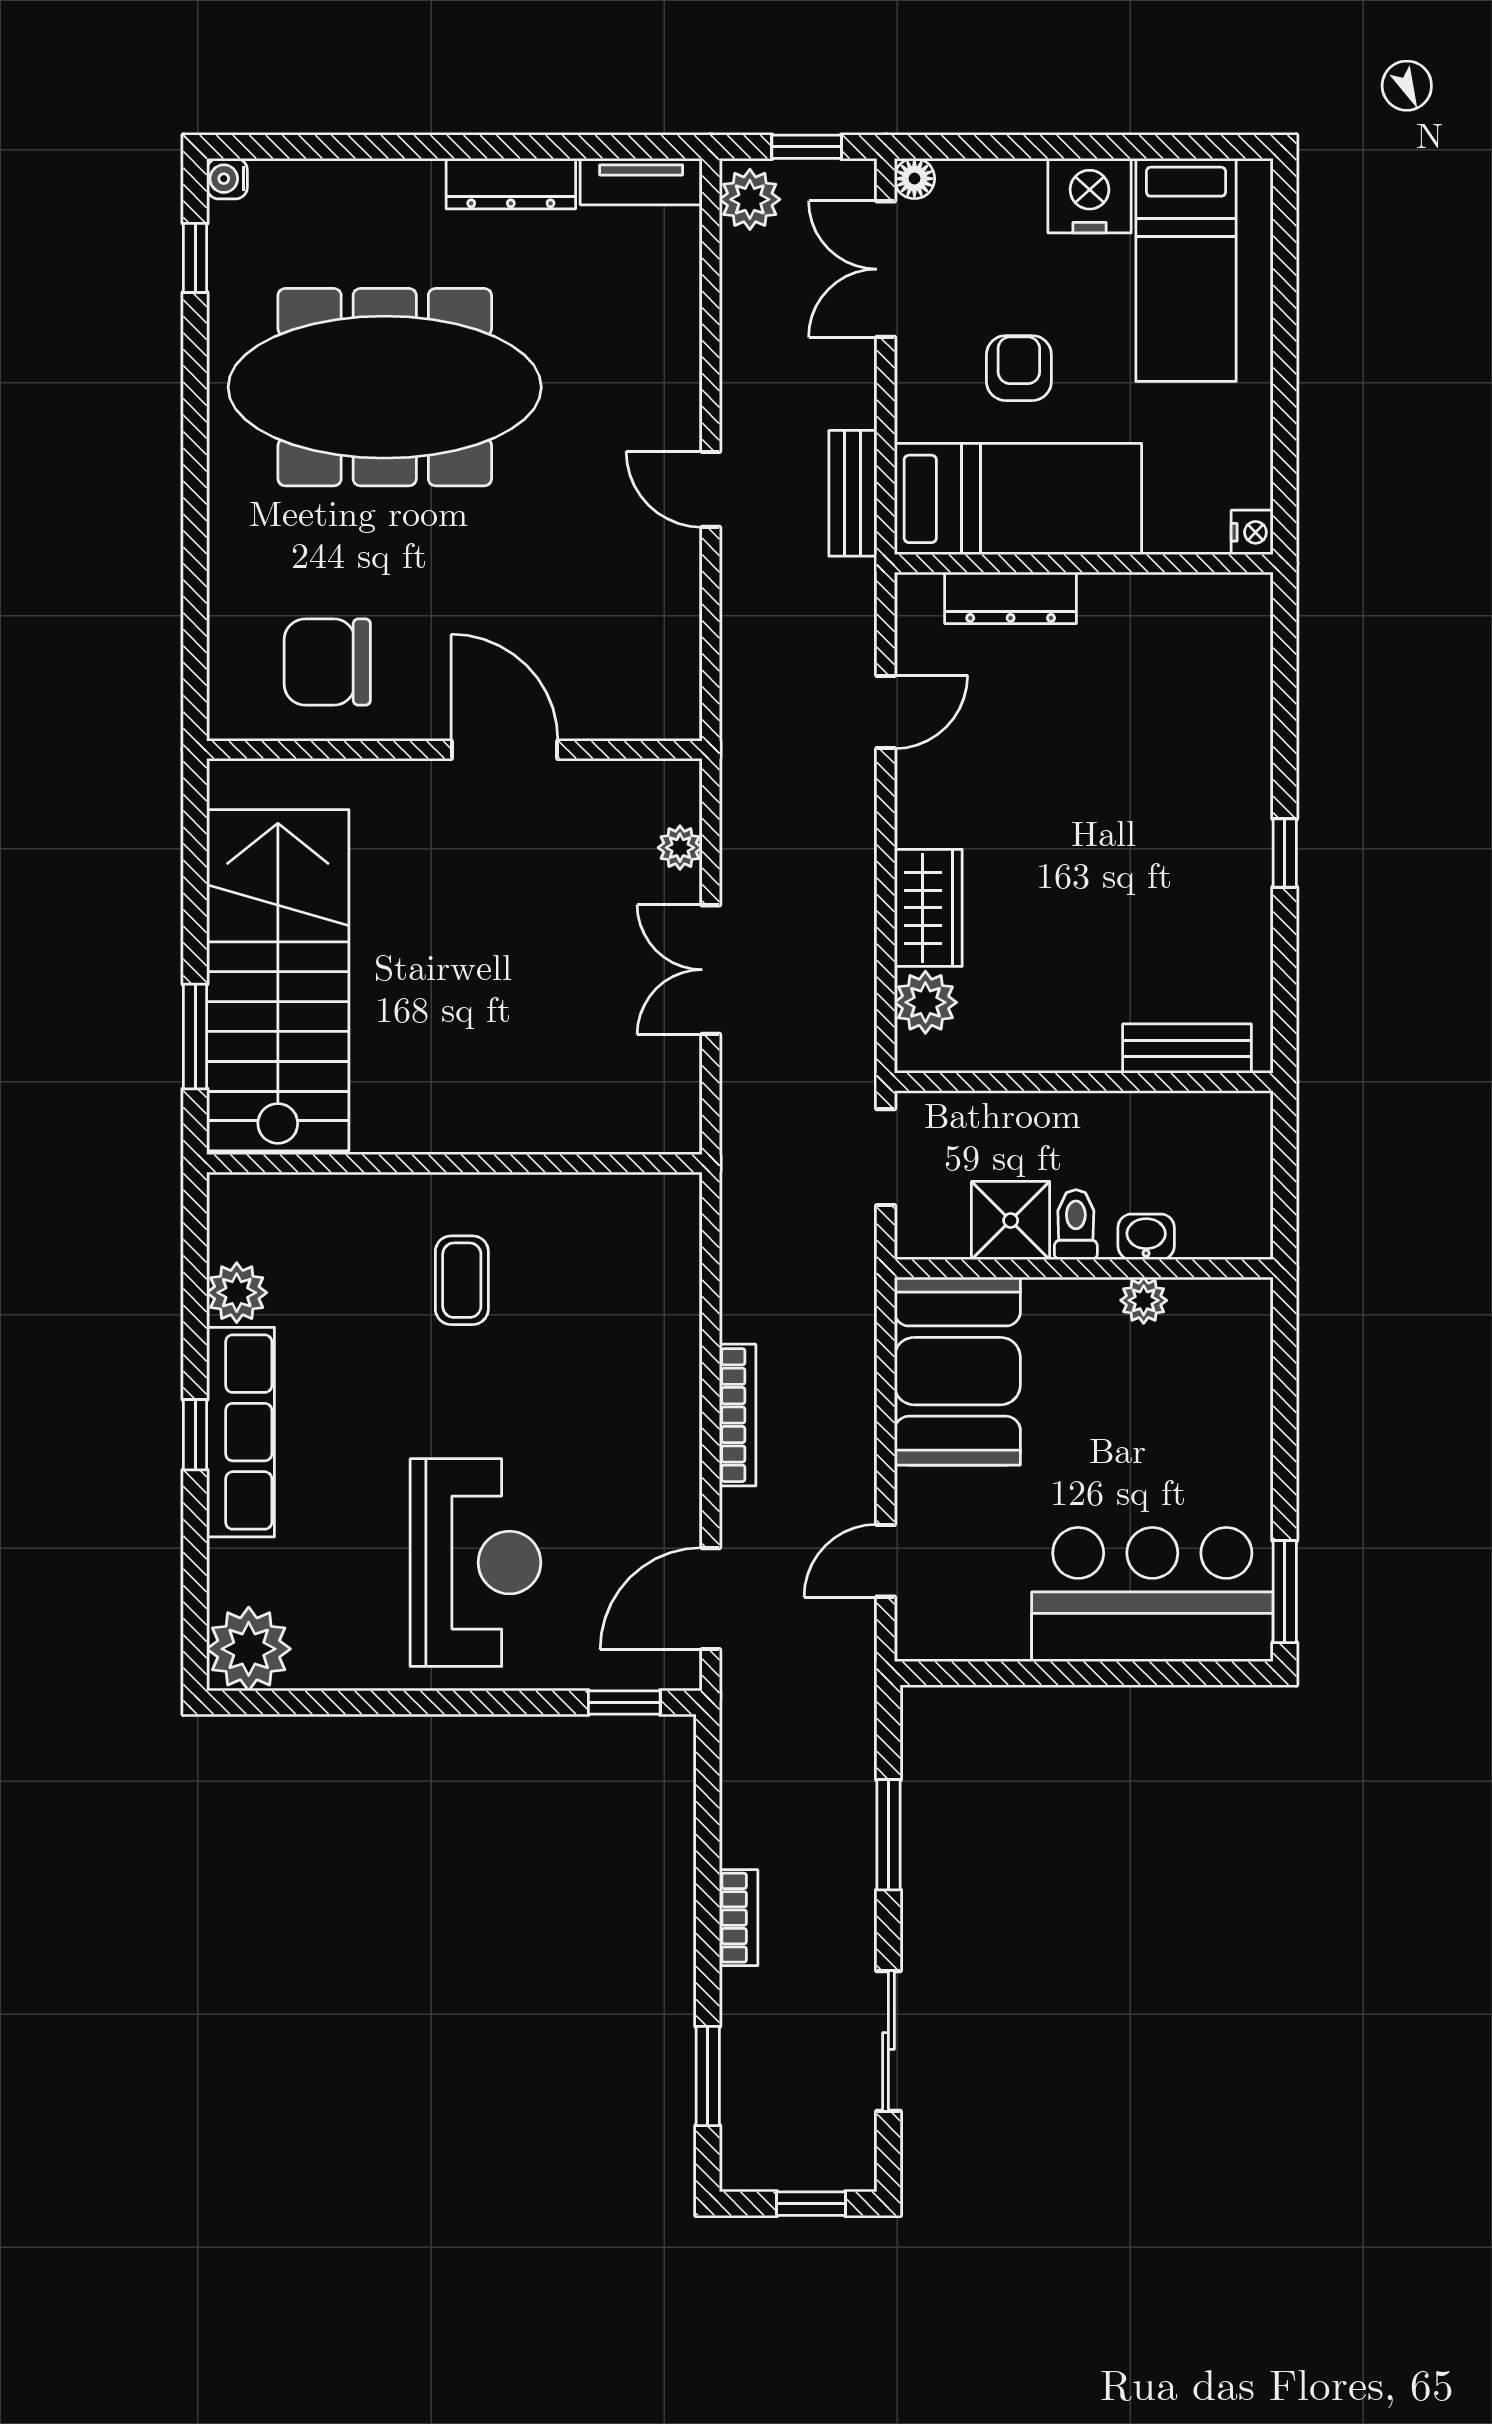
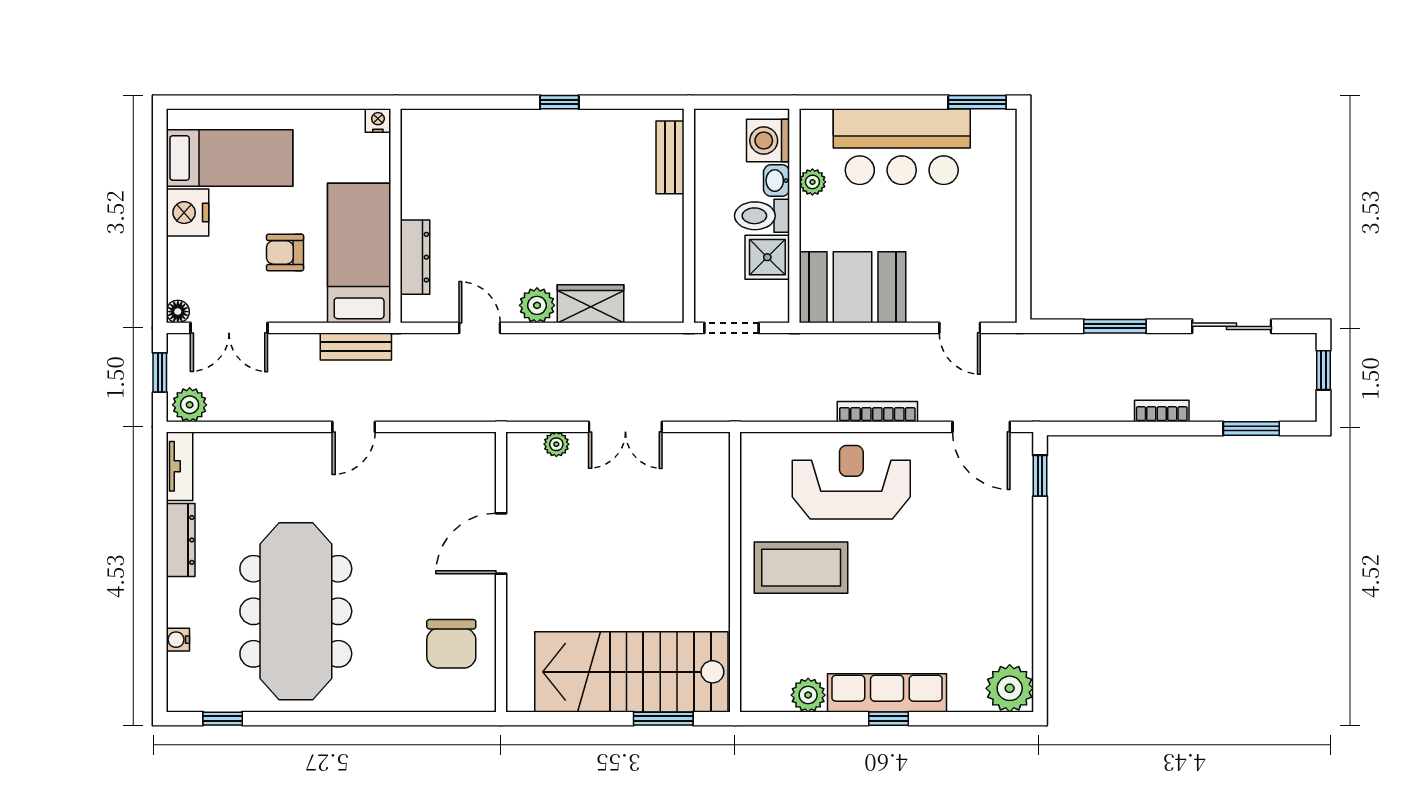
water cooler: (227, 179) -> (178, 640), moved, turned 90
plant: (925, 1002) -> (537, 305), moved
washing machine: (1217, 1222) -> (768, 141), added
toilet: (1076, 1225) -> (762, 216), width x1.37, depth x1.39
coffee table: (462, 1280) -> (801, 568), width x1.86, depth x1.72
reception desk: (476, 1563) -> (851, 482), moved
bar counter: (1152, 1595) -> (902, 147), moved, turned -90

